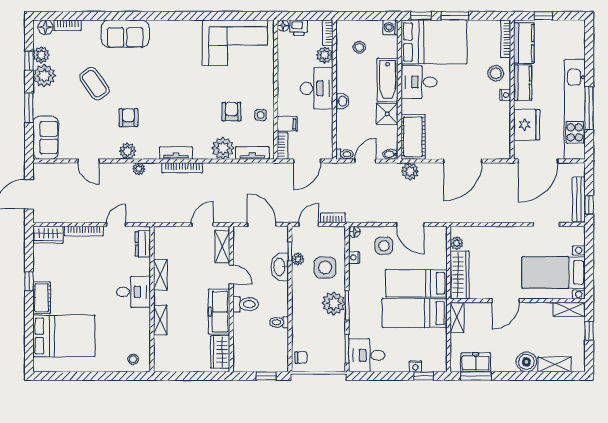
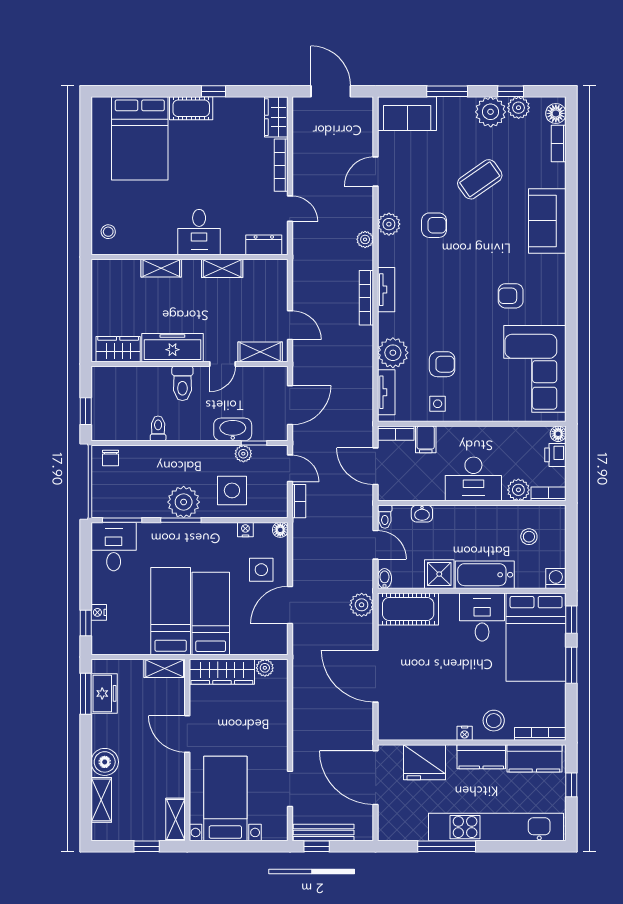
armchair: (181, 61) -> (511, 296), added
washbasin: (342, 101) -> (422, 514), moved
kitchen unit: (575, 109) -> (496, 827), moved

